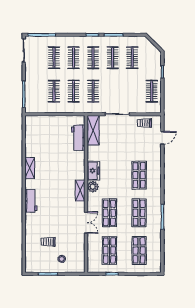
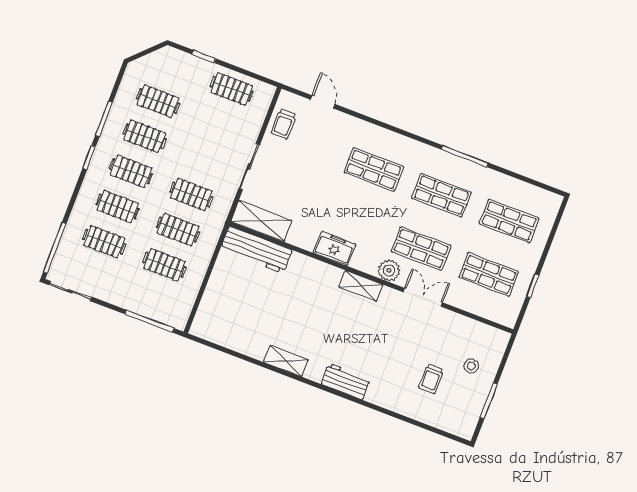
workbench: (78, 138) -> (256, 250), width x1.38
plant: (93, 187) -> (389, 270), moved

